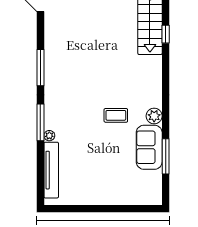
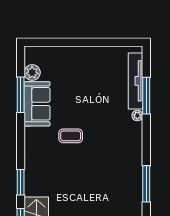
window: (166, 69) -> (21, 182), added
plant: (154, 116) -> (32, 73), moved
window: (40, 122) -> (146, 96), moved

